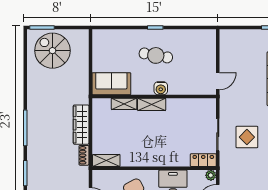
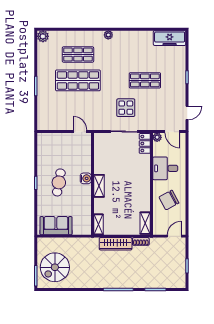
sofa: (111, 84) -> (56, 226), moved, turned 90
shelving: (124, 104) -> (99, 224), moved

